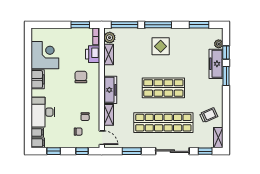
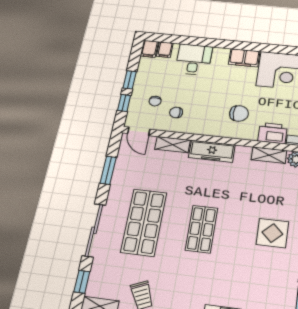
shop shelf: (163, 88) -> (201, 229), width x0.70, depth x0.74
desk: (43, 112) -> (194, 60), width x0.73
shop shelf: (163, 123) -> (144, 222), width x0.71
door: (102, 138) -> (139, 131), hinge flipped
window: (54, 151) -> (130, 80), moved

